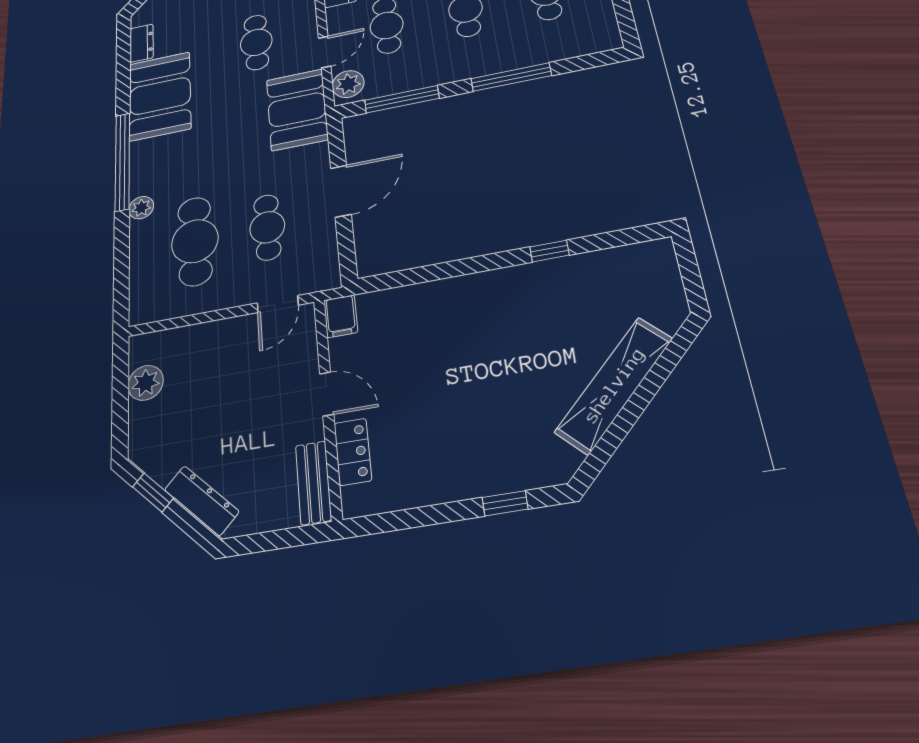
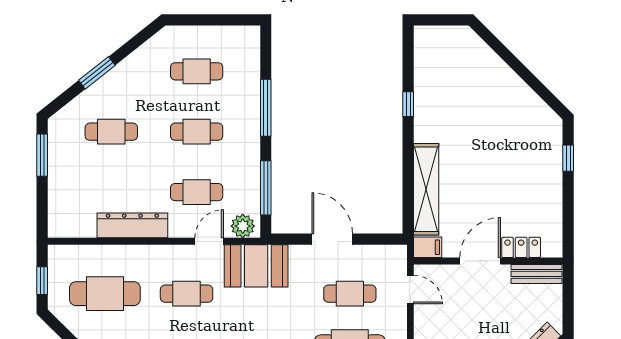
door: (325, 52) -> (209, 241), hinge flipped
shelving: (614, 385) -> (426, 189), moved, turned 45
door: (327, 394) -> (480, 261), width x1.38

